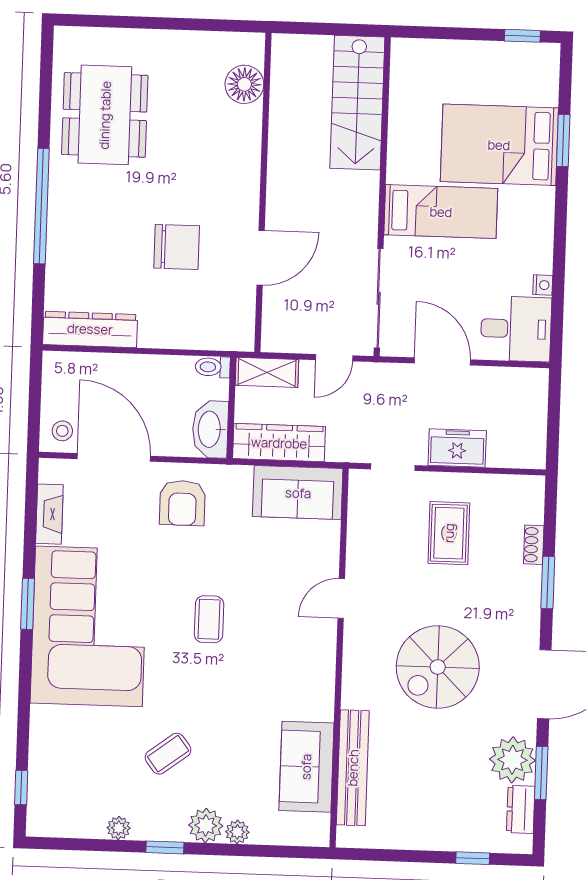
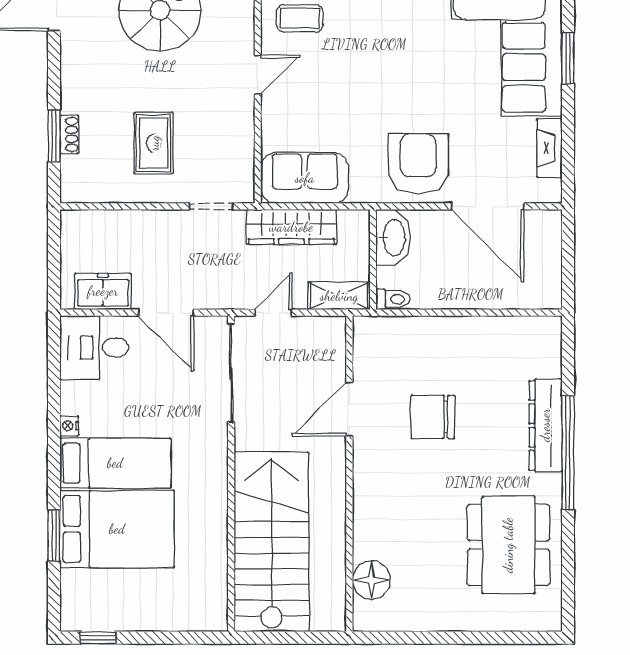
stairs: (357, 103) -> (272, 542), width x1.36, depth x1.51
bed: (441, 212) -> (115, 463), moved, turned 180
nightstand: (543, 285) -> (69, 426), moved
dresser: (90, 329) -> (545, 425), moved, turned 90
stool: (62, 431) -> (540, 231), removed
wardrobe: (279, 443) -> (291, 227), moved
freezer: (457, 448) -> (103, 291), moved, turned 180
armchair: (182, 503) -> (418, 164), width x1.36, depth x1.36
window: (548, 582) -> (54, 136), moved
coffee table: (209, 619) -> (300, 18), moved, turned 90

